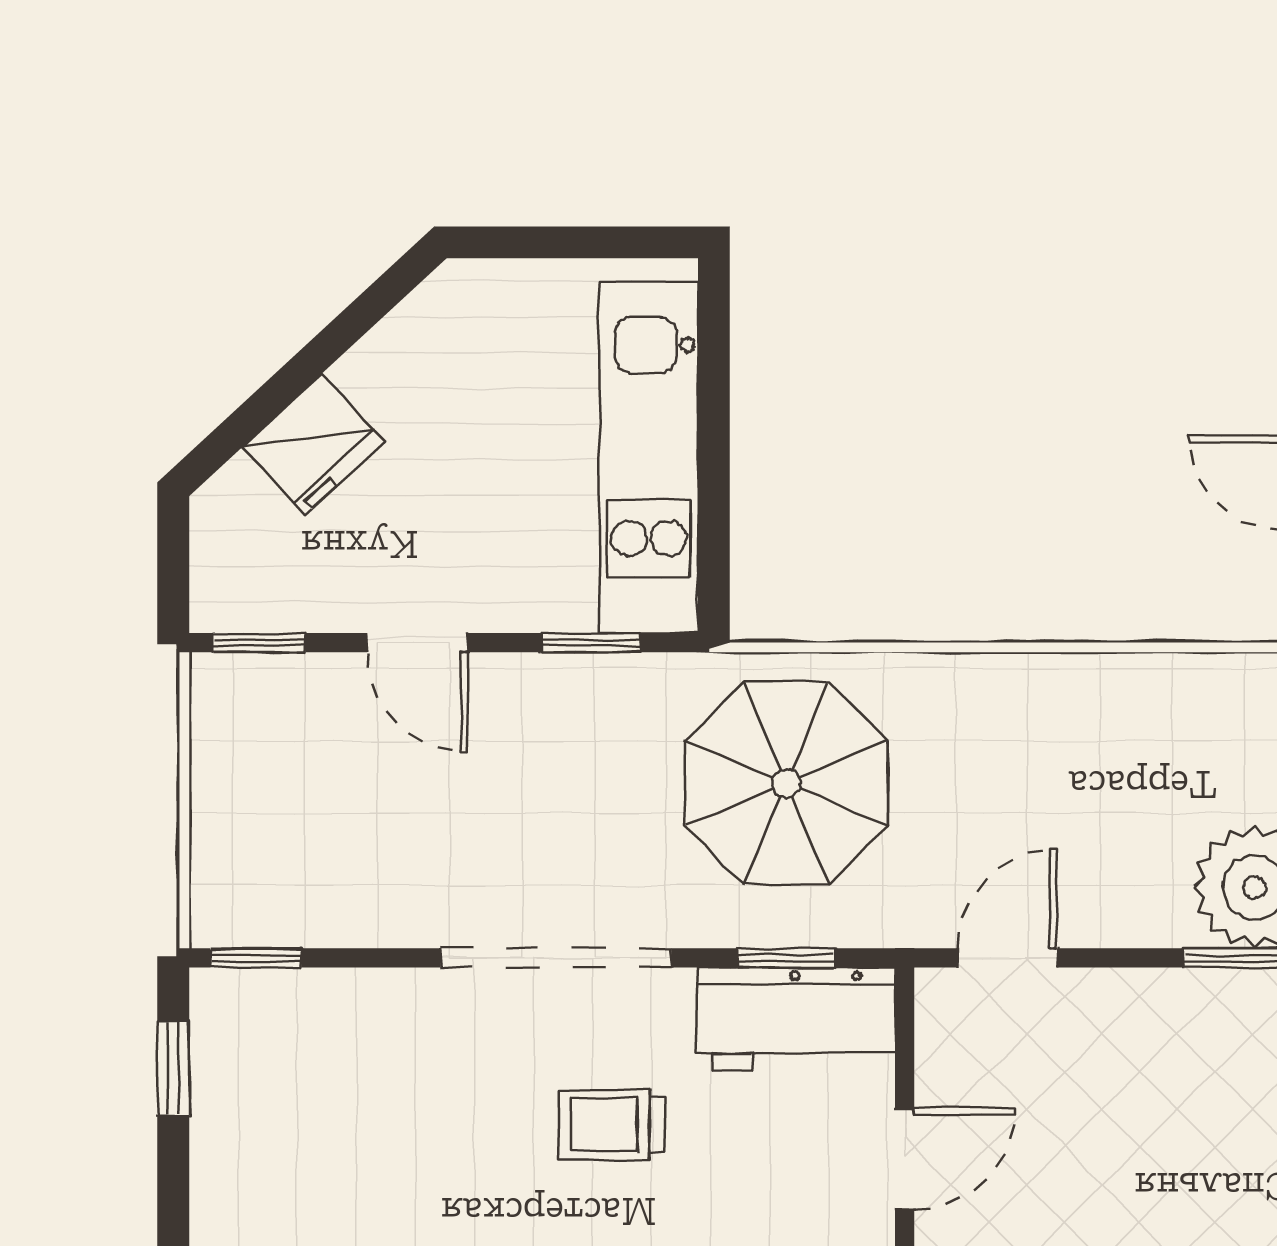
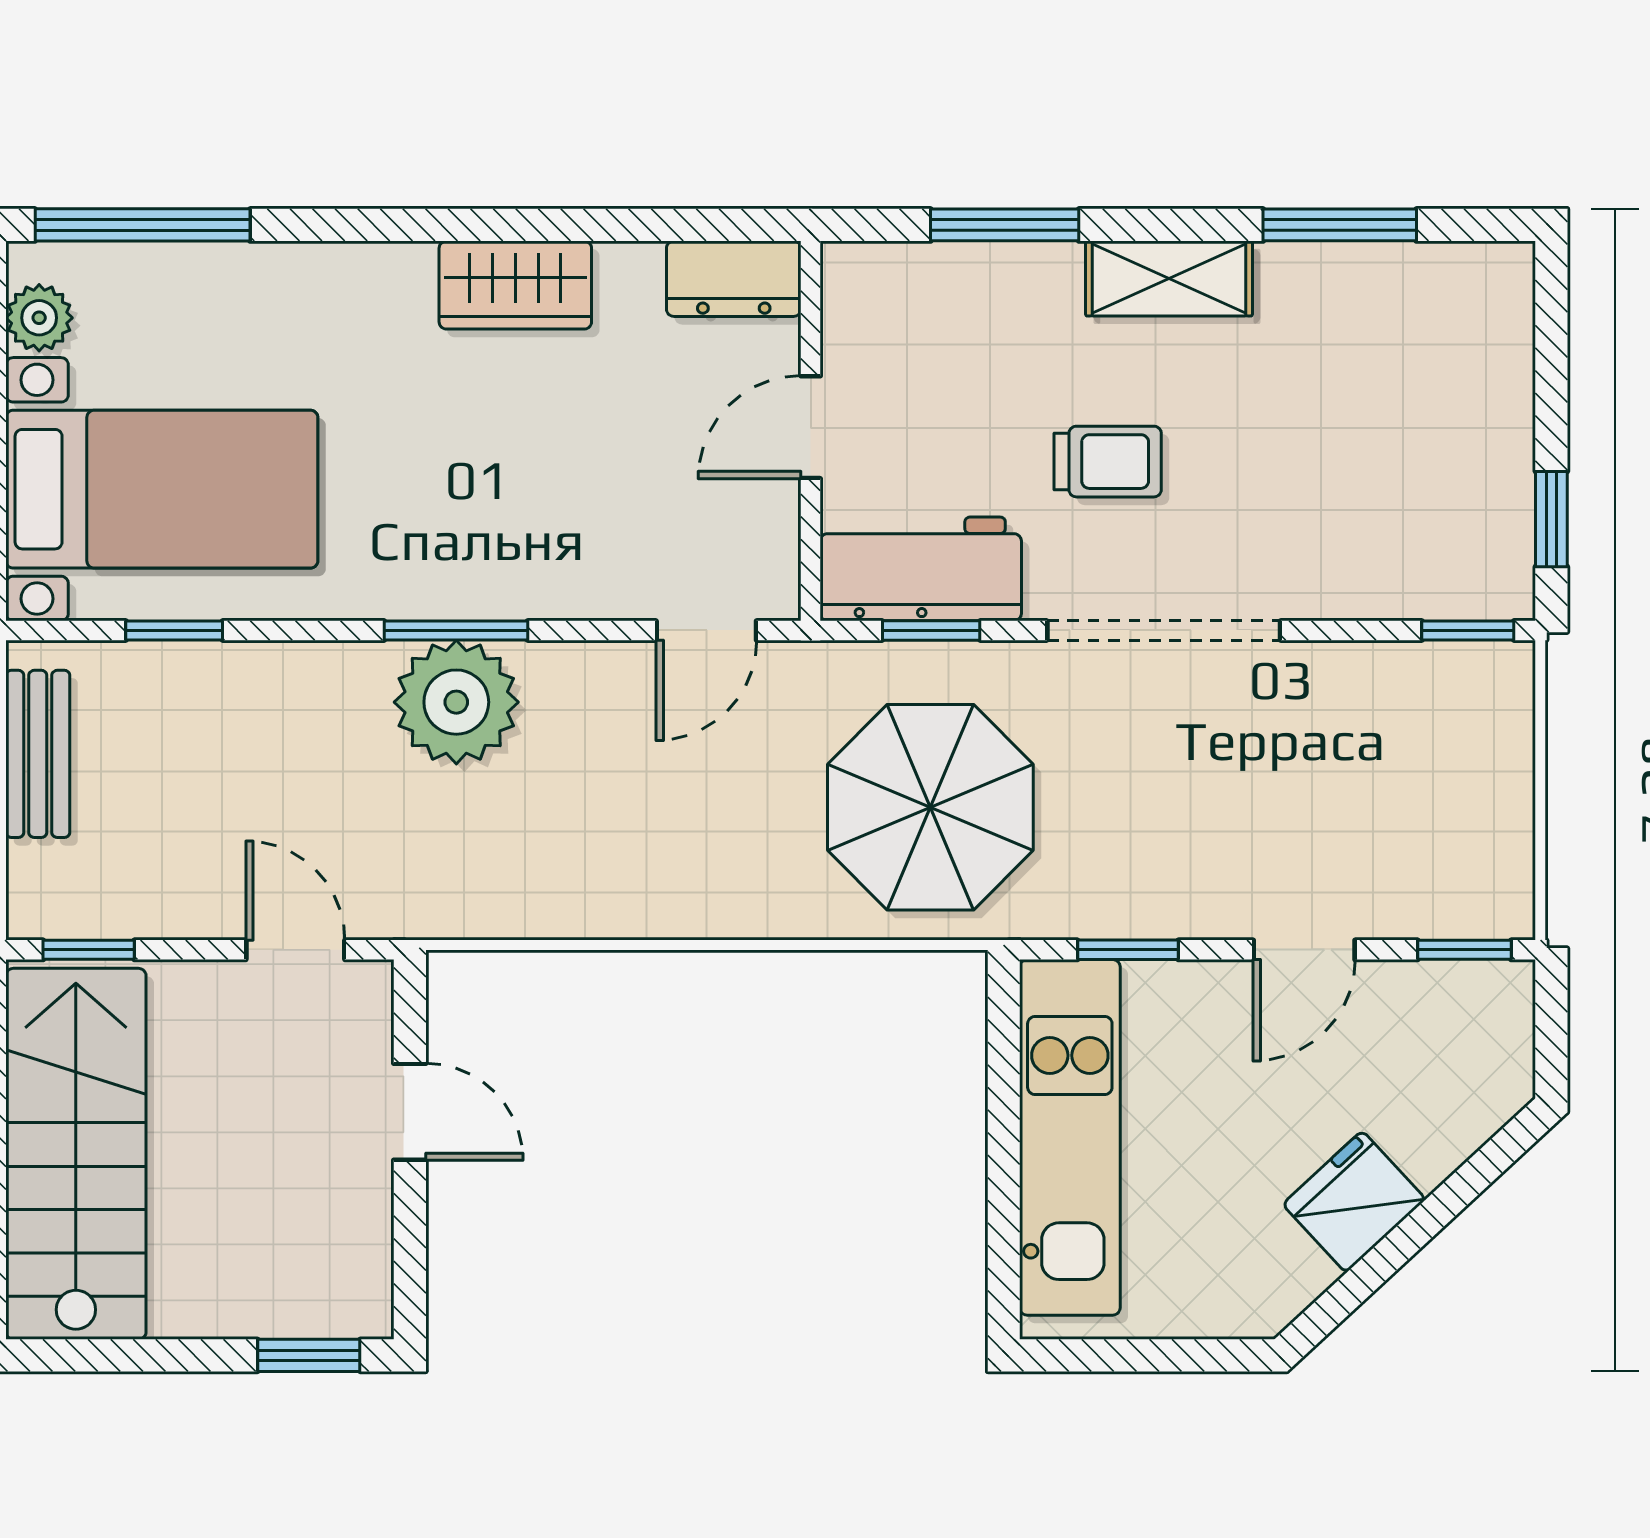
fridge: (314, 444) -> (1354, 1202), moved
door: (417, 643) -> (1304, 950), swing flipped

